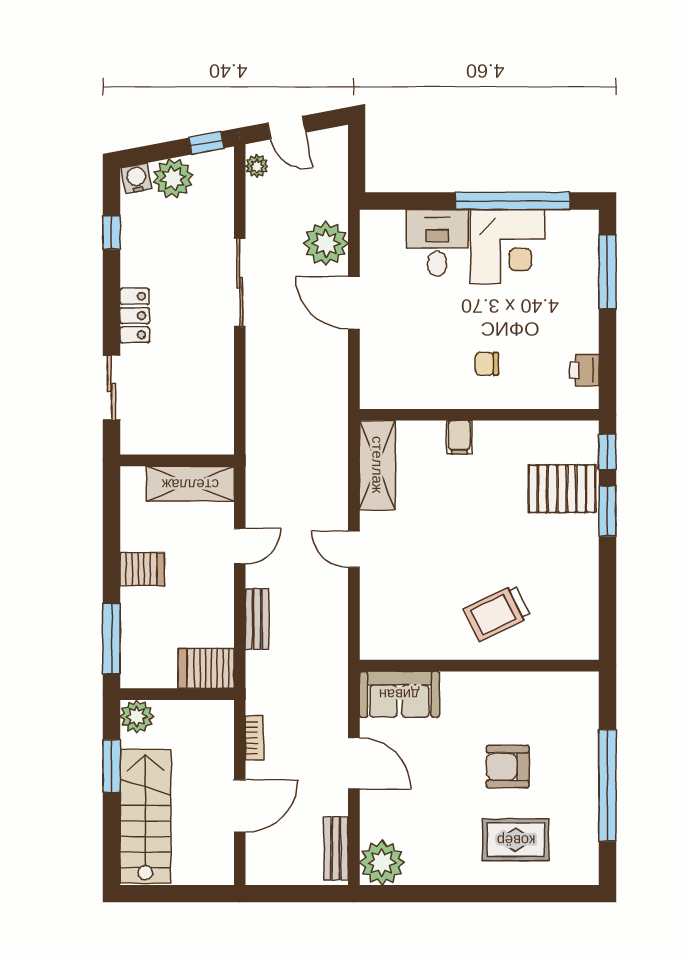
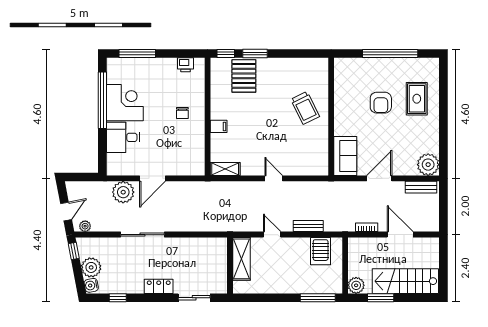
shelving: (377, 465) -> (225, 169), width x0.67, depth x0.75
door: (354, 549) -> (274, 178), swing flipped
server rack: (142, 569) -> (284, 283), removed
server rack: (206, 668) -> (321, 251), moved

